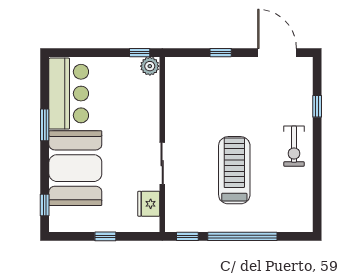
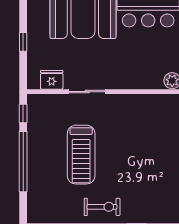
exercise bike: (294, 146) -> (102, 207), turned 180
treadmill: (234, 170) -> (81, 155), turned 90

